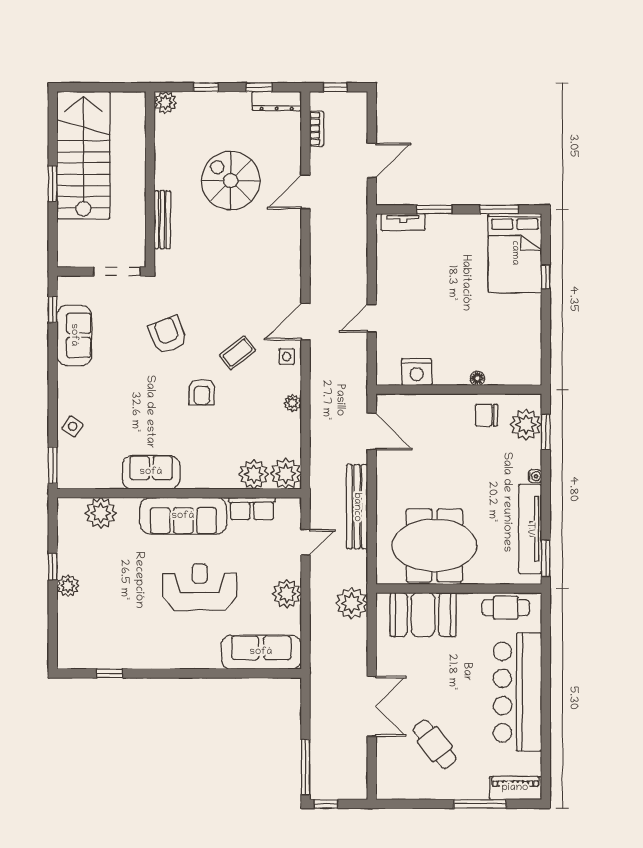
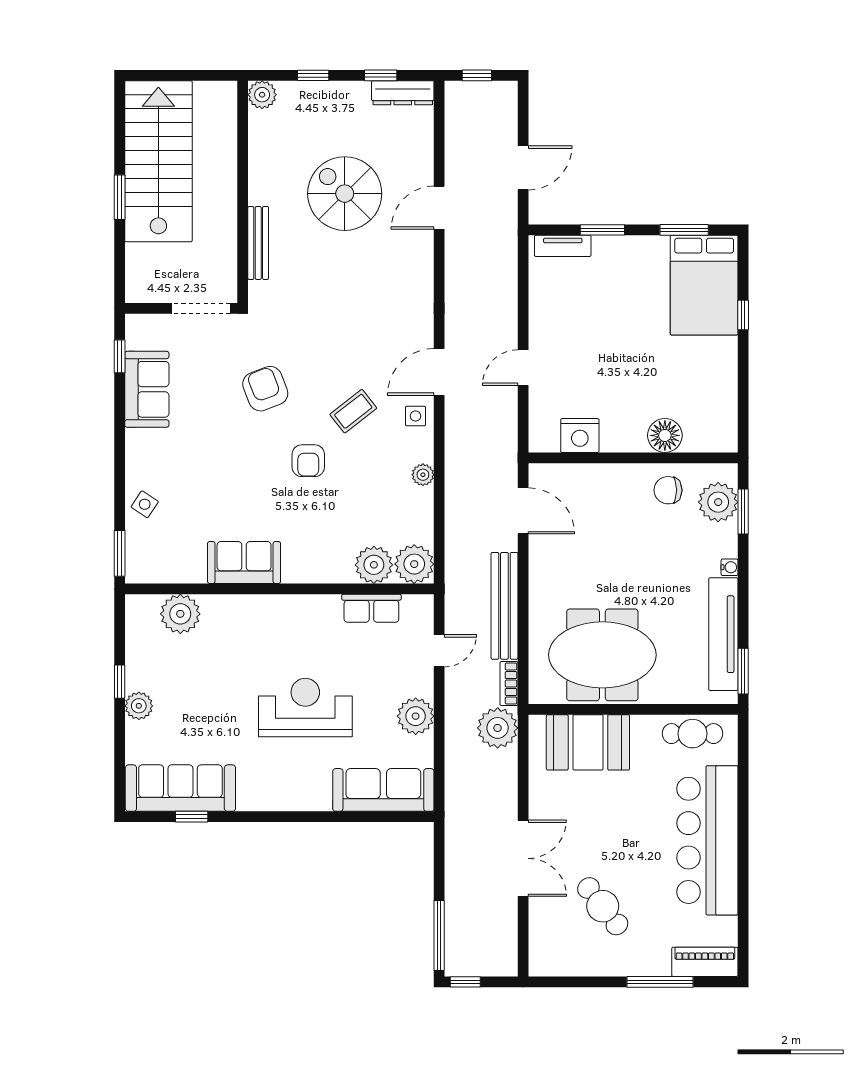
bookcase: (317, 129) -> (509, 684), moved, turned 180
floor lamp: (477, 378) -> (665, 435), width x1.89, depth x1.89
sofa: (183, 516) -> (180, 788), moved, turned 180

